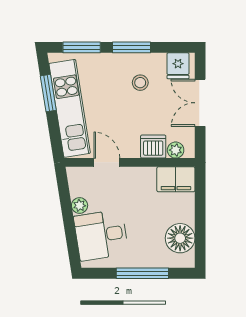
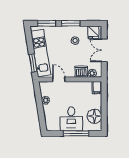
window: (48, 93) -> (33, 63), moved
filing cabinet: (176, 179) -> (97, 88), width x0.50
desk: (101, 235) -> (71, 119), moved, turned -81

